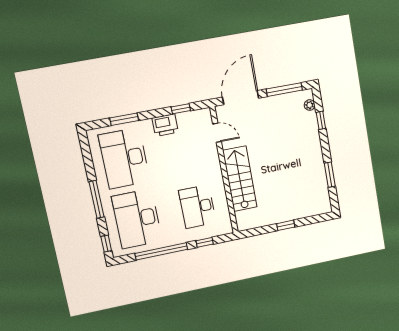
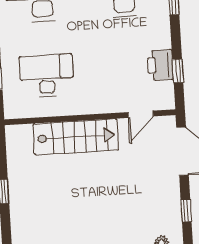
window: (284, 90) -> (186, 211), width x0.46
printer: (165, 125) -> (160, 65), moved

